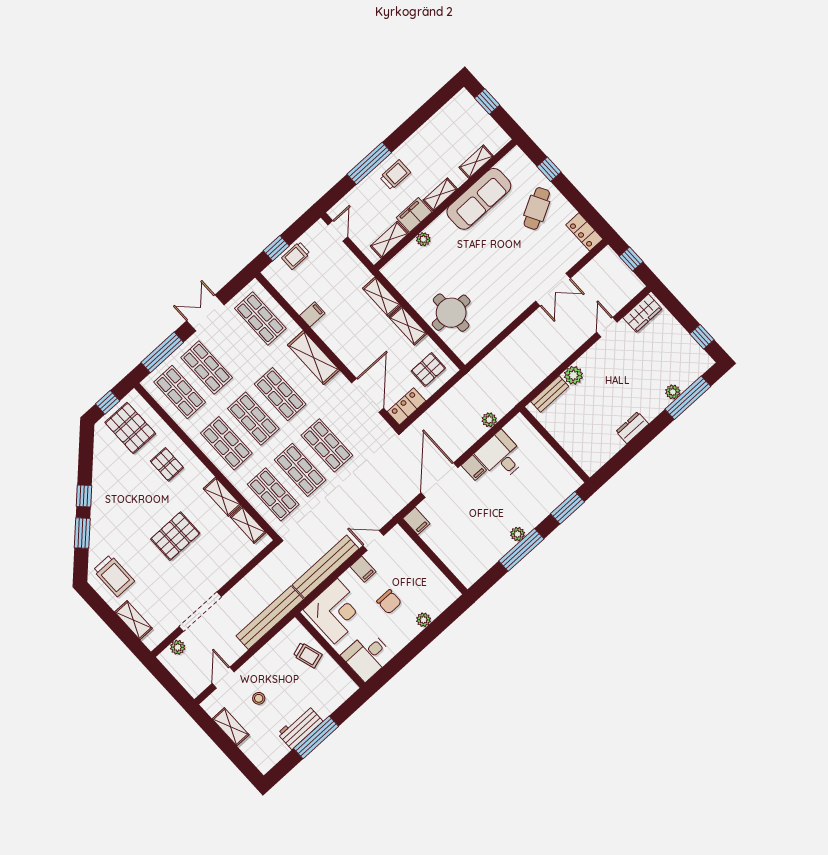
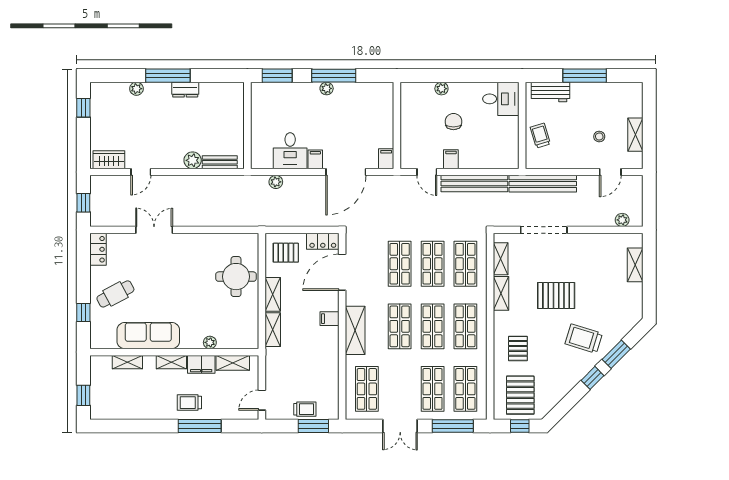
window: (276, 248) -> (313, 426), width x1.50
filing cabinet: (312, 314) -> (330, 319), moved
window: (688, 398) -> (168, 76), moved
trolley: (114, 576) -> (584, 339), moved, turned -73
corner desk: (336, 611) -> (495, 148), removed
doorway: (200, 612) -> (544, 230), moved
workbench: (300, 727) -> (551, 92), moved

